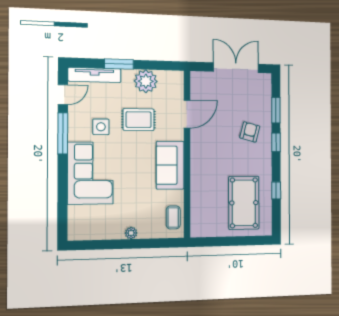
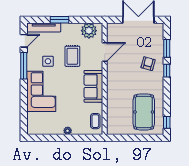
plant: (146, 81) -> (89, 31), moved
rug: (139, 120) -> (72, 56), turned 90
window: (276, 190) -> (167, 122), moved

